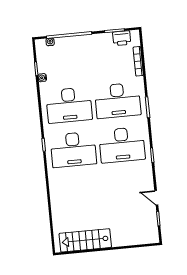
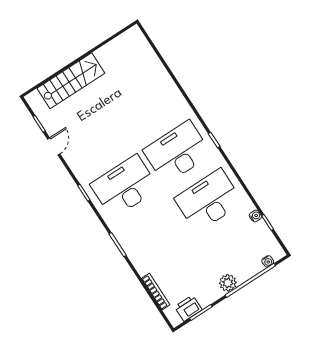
plant: (85, 41) -> (228, 283), added
desk: (118, 100) -> (156, 235), removed
door: (156, 198) -> (54, 146), hinge flipped
stairs: (85, 240) -> (71, 81), moved

